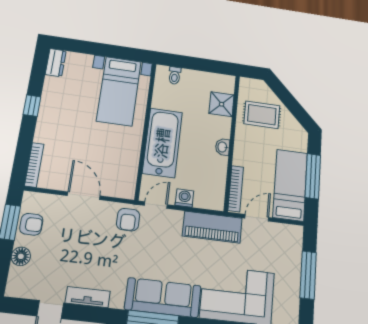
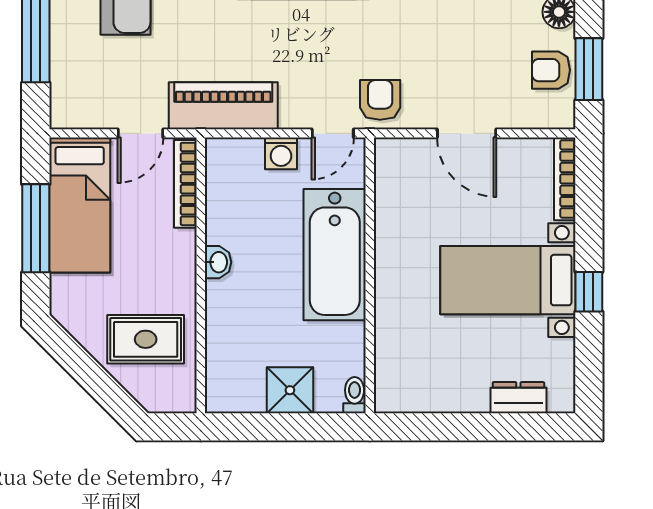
dresser: (56, 63) -> (518, 398), moved, turned 90
toilet: (175, 75) -> (355, 395), moved
bed with nightstands: (119, 91) -> (508, 280), moved, turned -90
shower: (222, 104) -> (290, 390), moved

